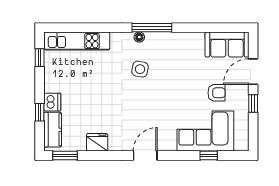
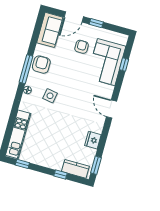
window: (152, 28) -> (26, 69), moved
armchair: (178, 46) -> (41, 65), added
door: (253, 72) -> (74, 17), hinge flipped
dishwasher: (52, 102) -> (56, 164), removed

